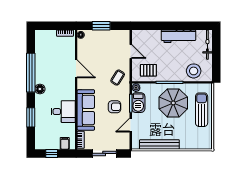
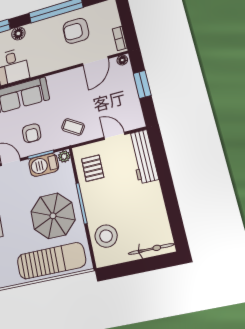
workbench: (178, 36) -> (143, 157), moved
door: (131, 51) -> (114, 136), swing flipped
armchair: (50, 62) -> (76, 31), added
door: (76, 69) -> (95, 61), moved
floor lamp: (40, 89) -> (18, 33), moved
sun lounger: (202, 110) -> (51, 261), width x1.36, depth x1.34

